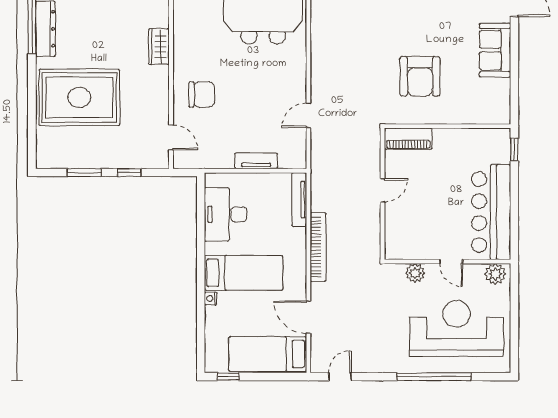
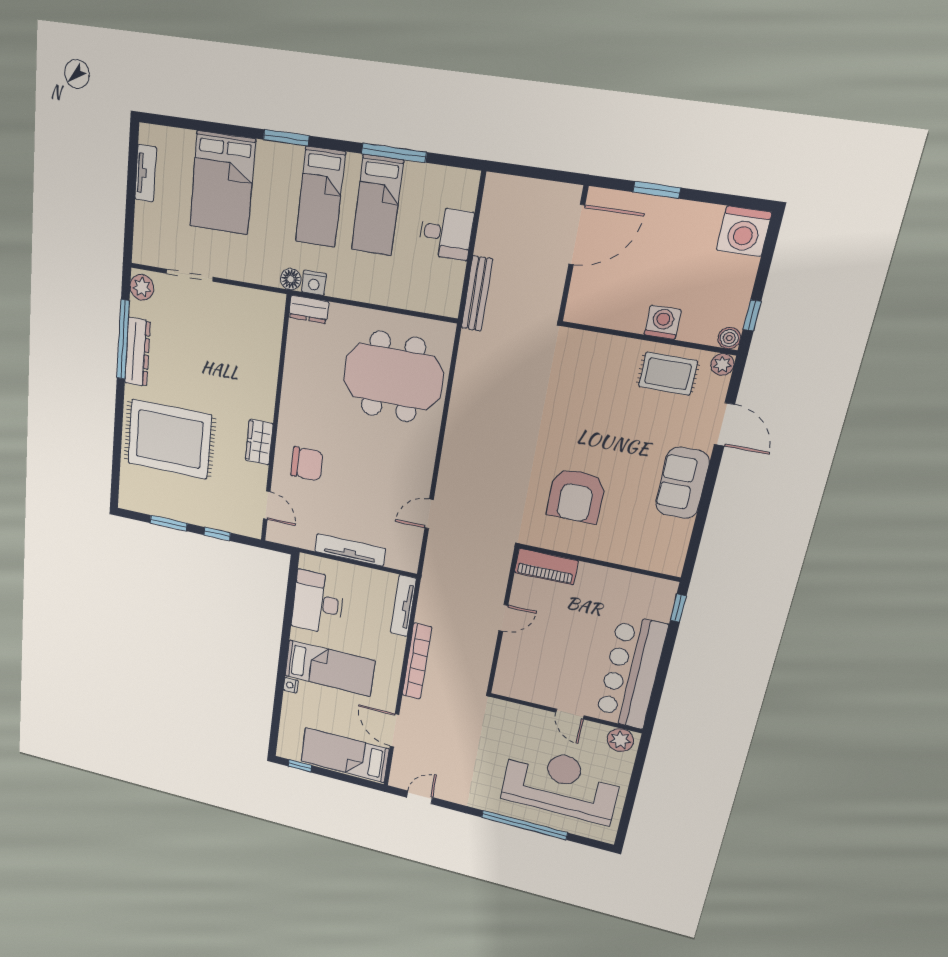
wardrobe: (159, 47) -> (259, 442), moved
tv unit: (256, 161) -> (350, 550), width x1.41
plant: (415, 273) -> (524, 716), removed

